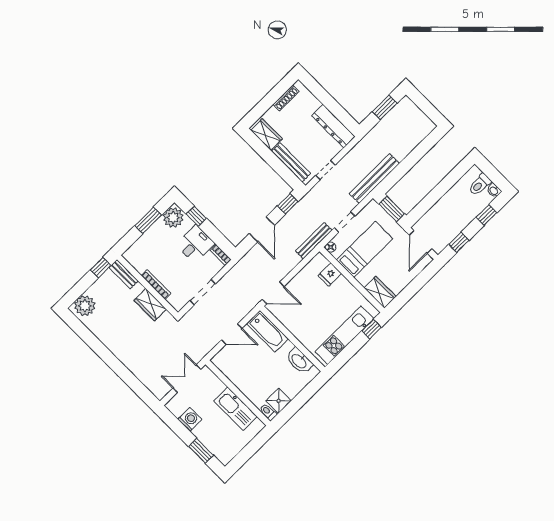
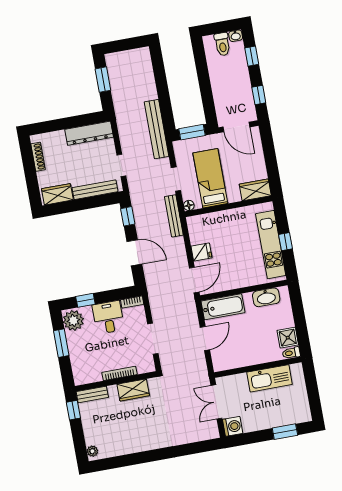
fridge: (330, 274) -> (201, 252), moved, turned -90
plant: (85, 306) -> (92, 451), width x0.53, depth x0.53
window: (372, 329) -> (285, 242), moved
washing machine: (190, 419) -> (233, 426), moved, turned 90

